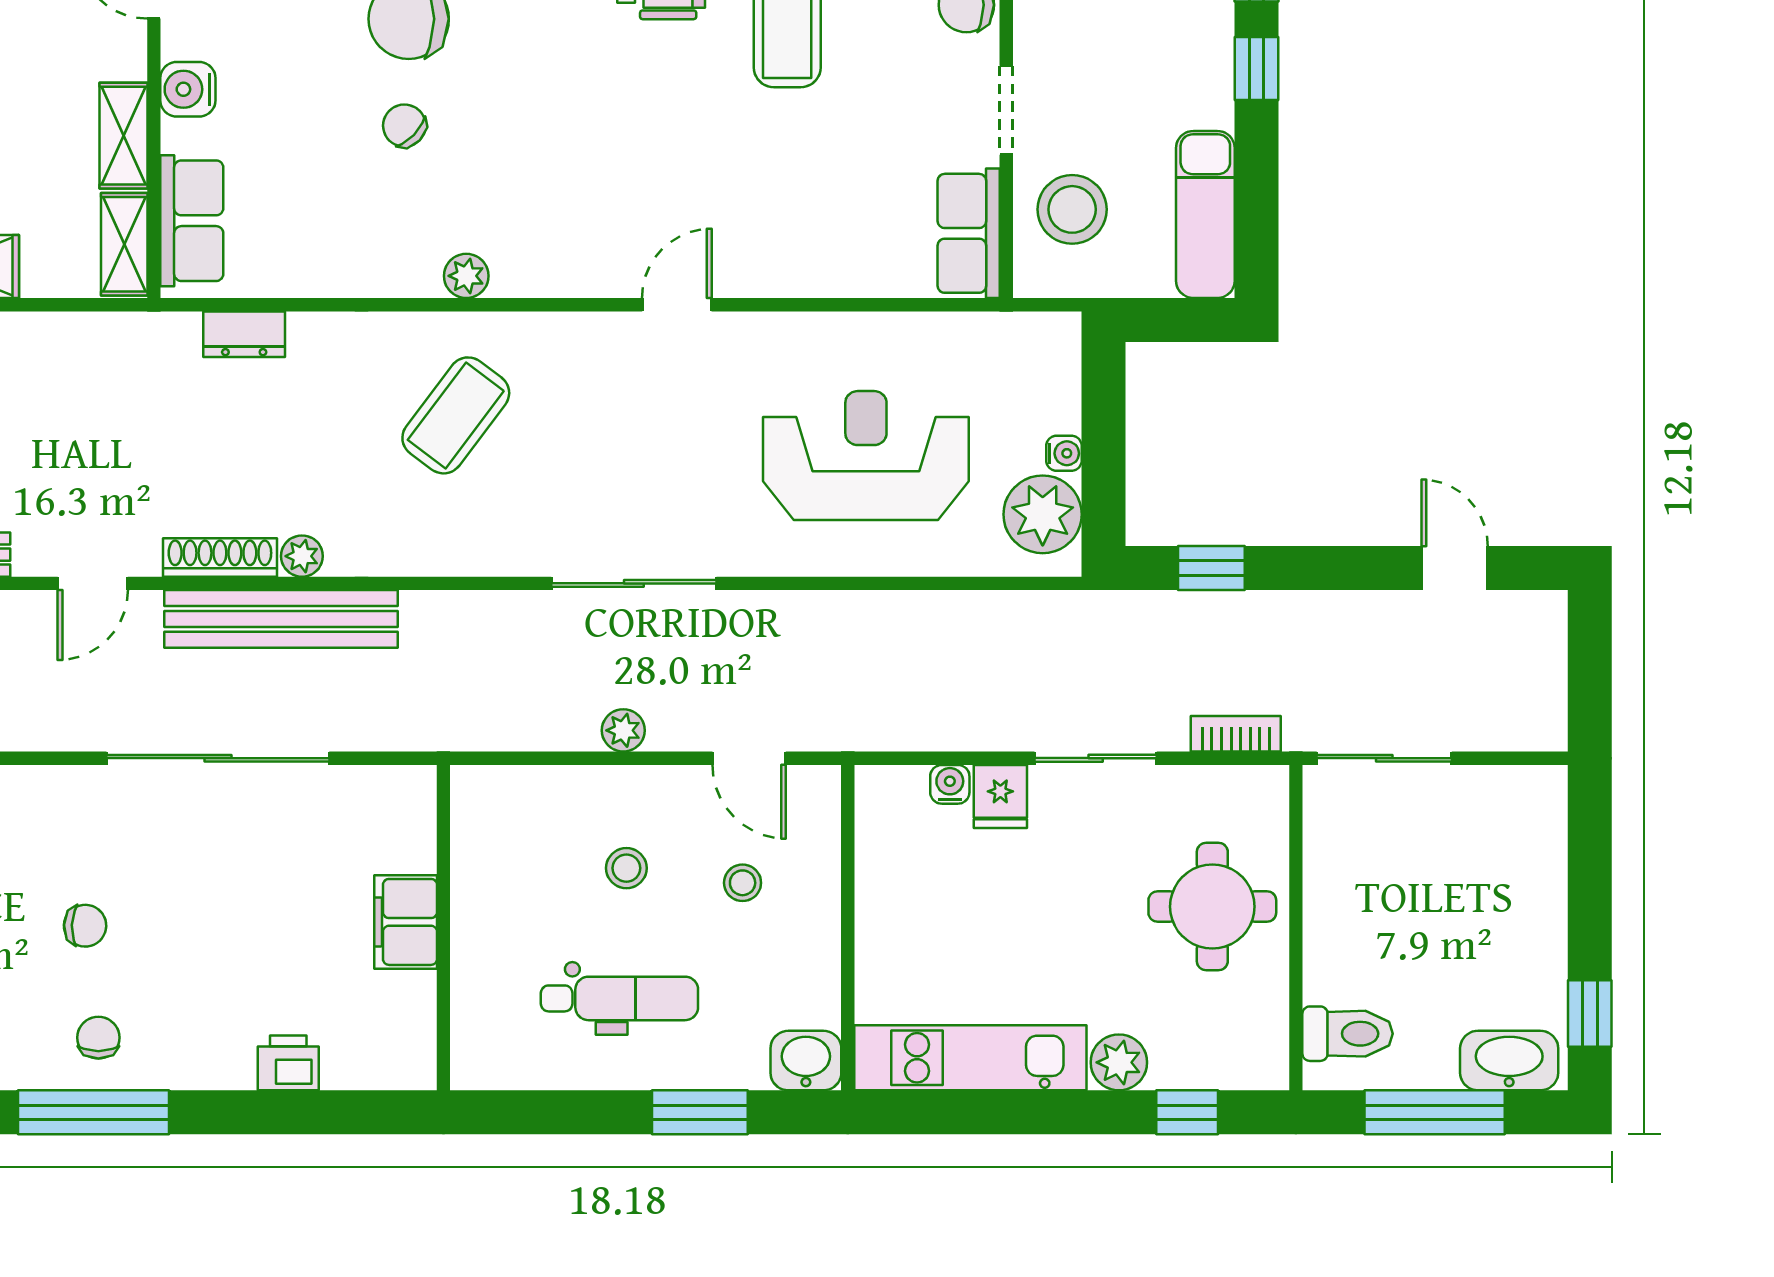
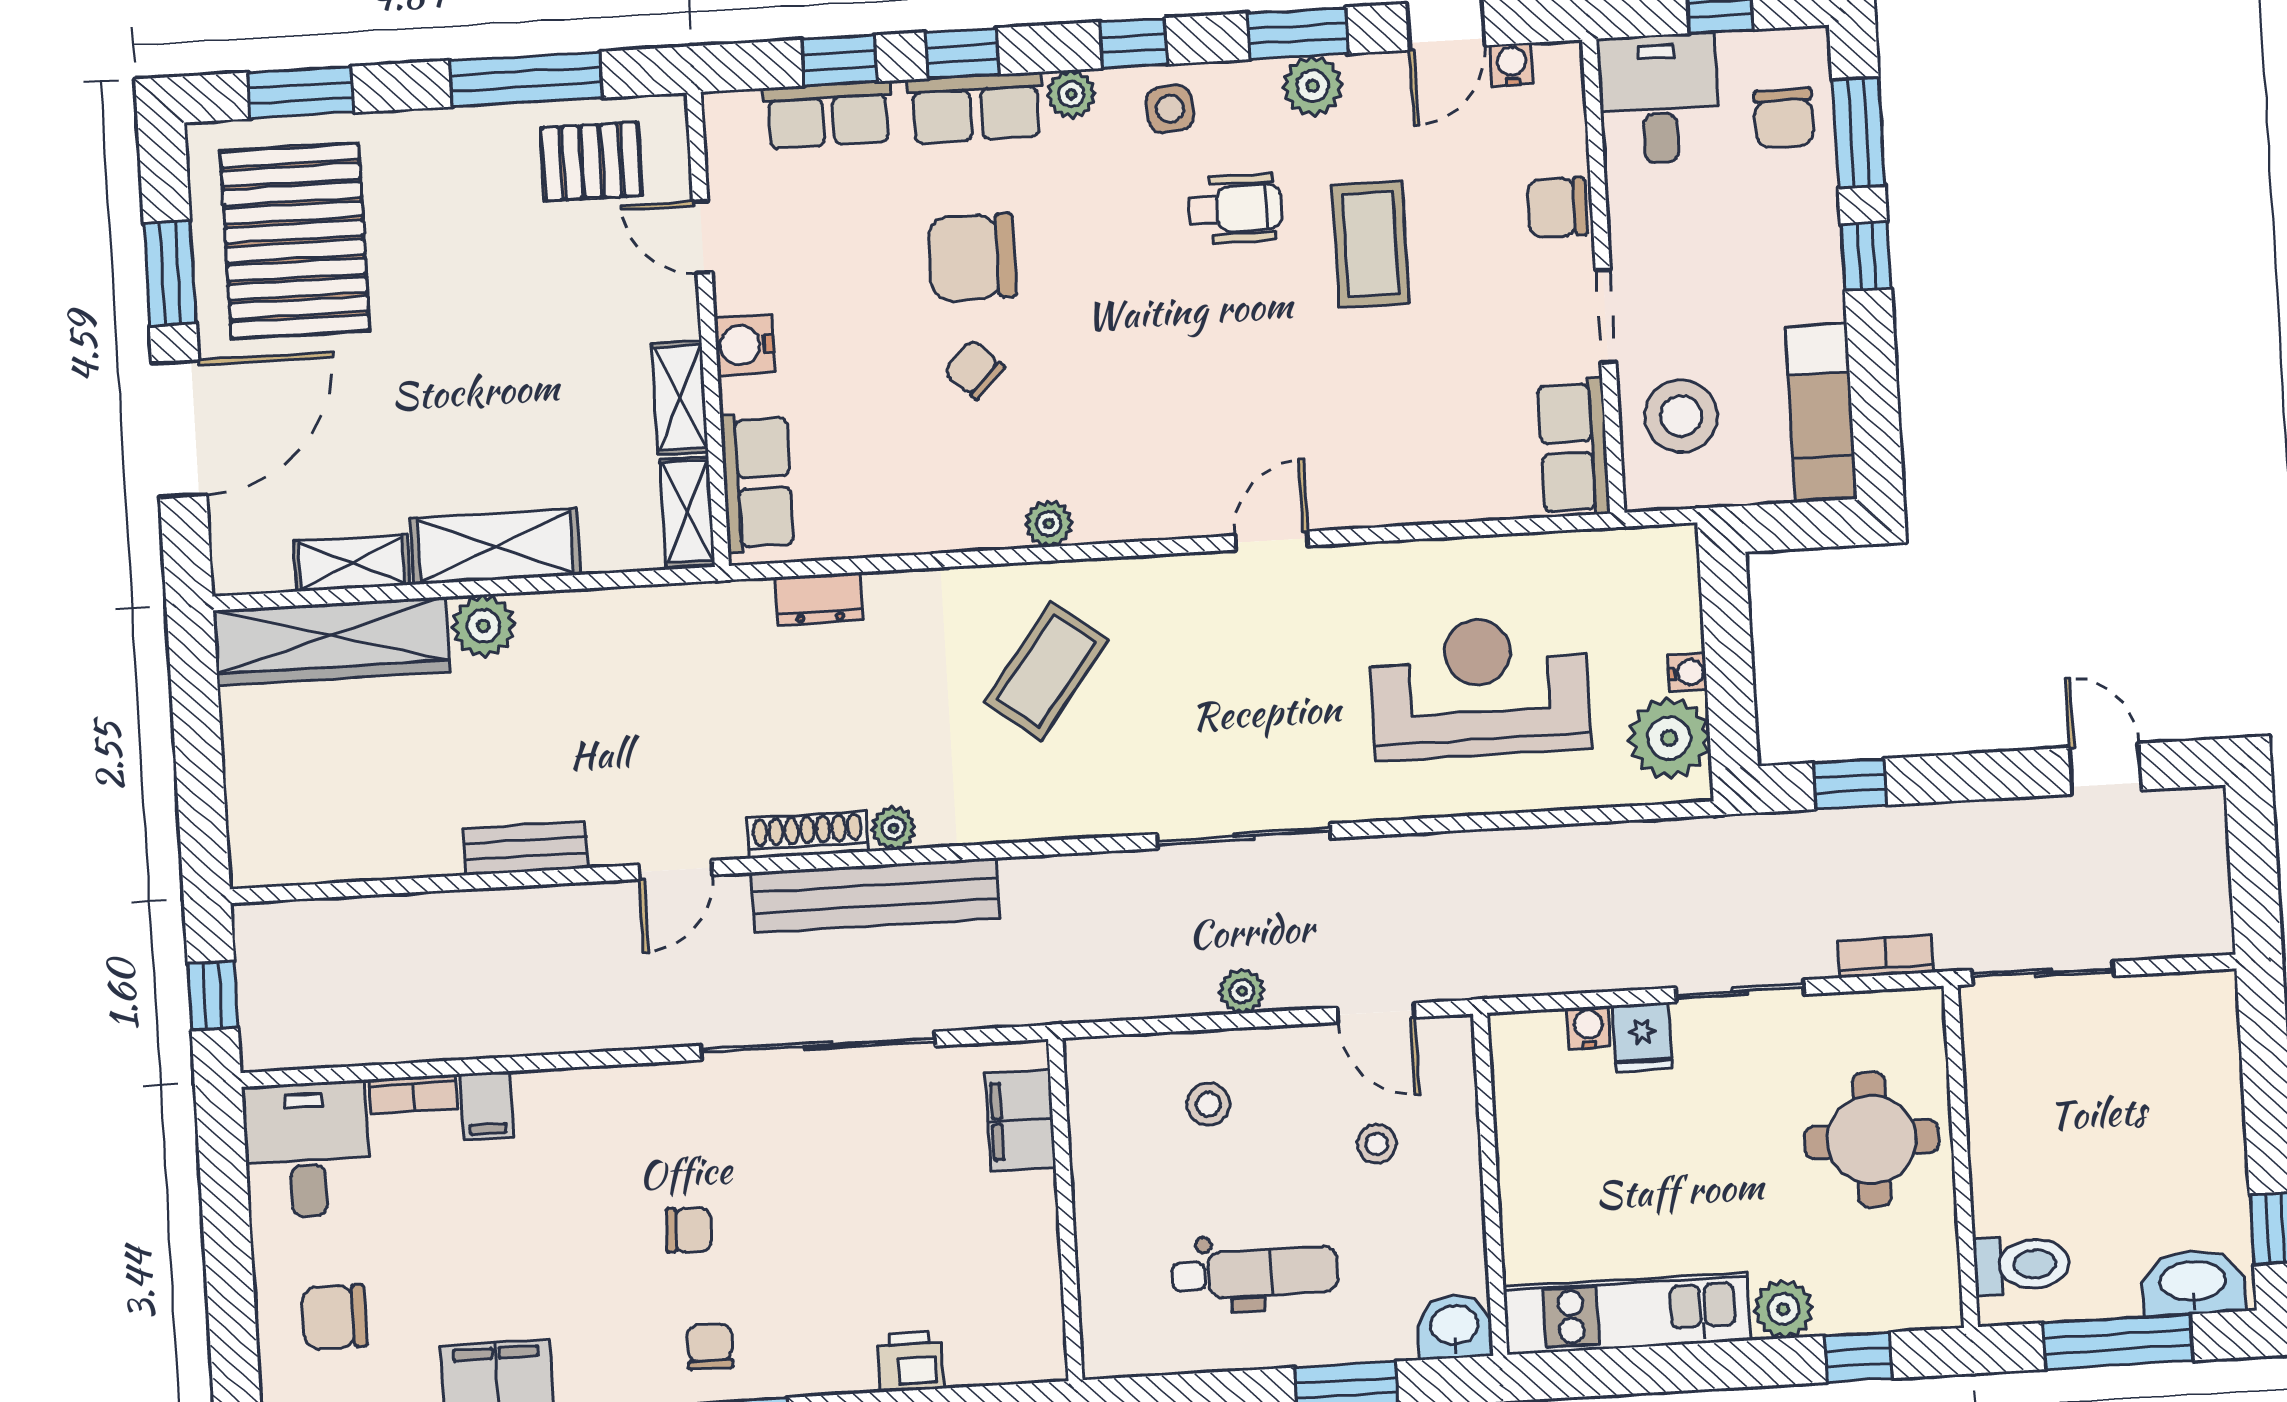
stool: (626, 868) -> (1208, 1104), moved
filing cabinet: (406, 922) -> (1020, 1121), moved

